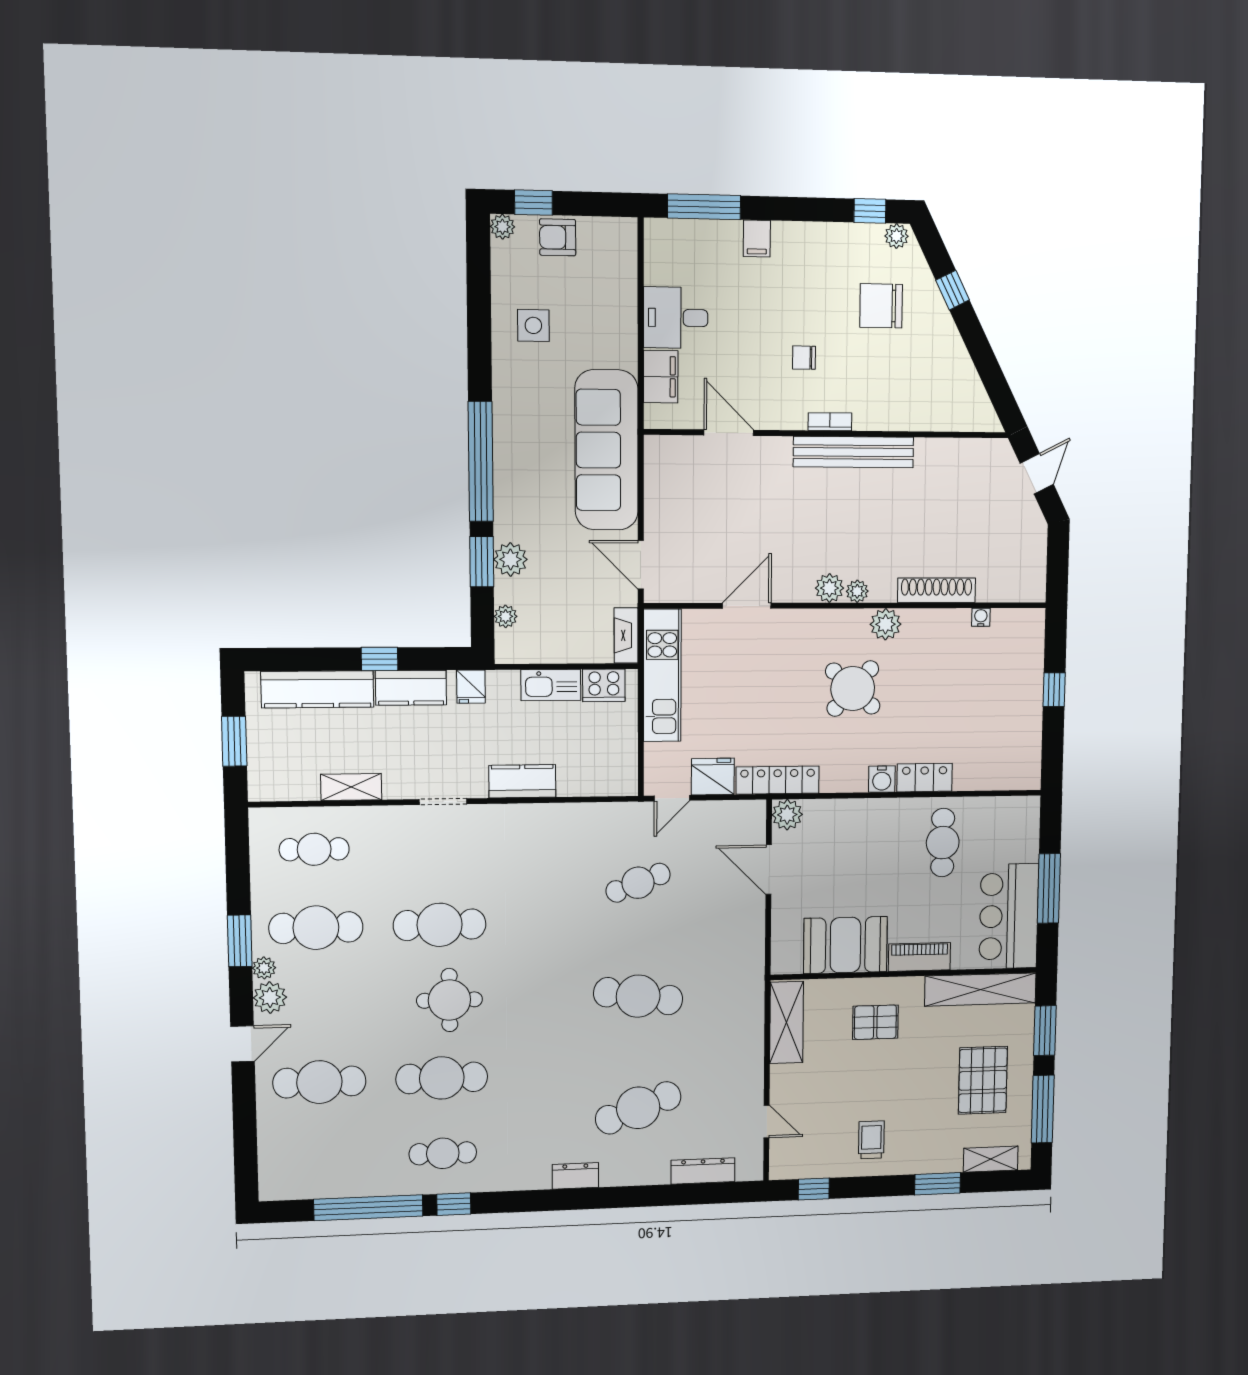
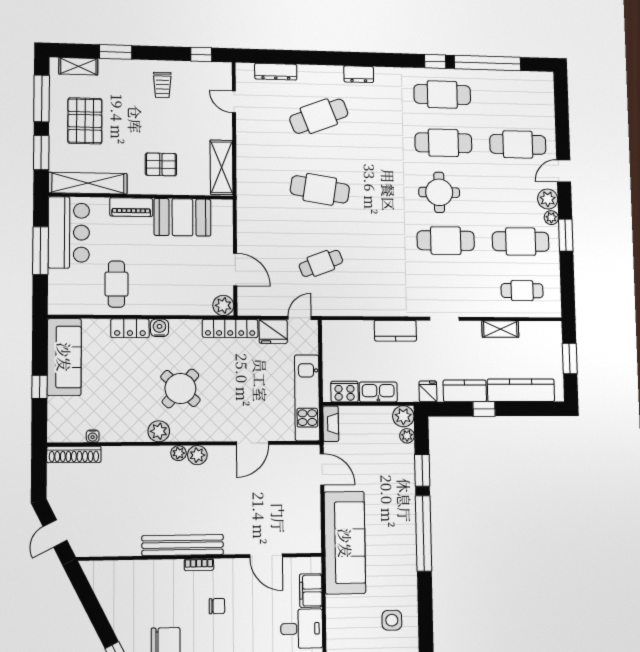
plant: (510, 559) -> (403, 416), moved
shoe rack: (937, 590) -> (74, 454), moved
sofa: (1019, 734) -> (64, 357), added
cafe table: (443, 1153) -> (442, 94), width x1.37, depth x1.35

